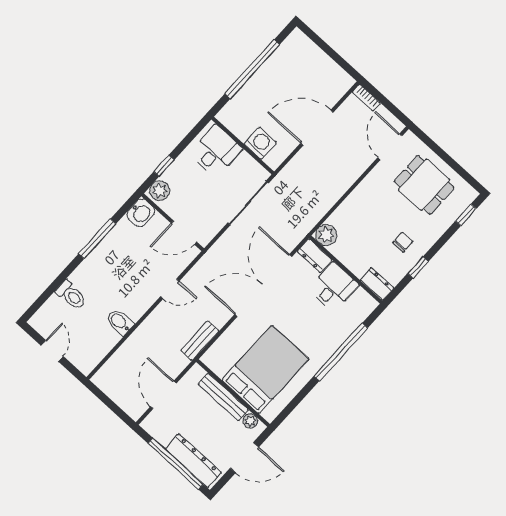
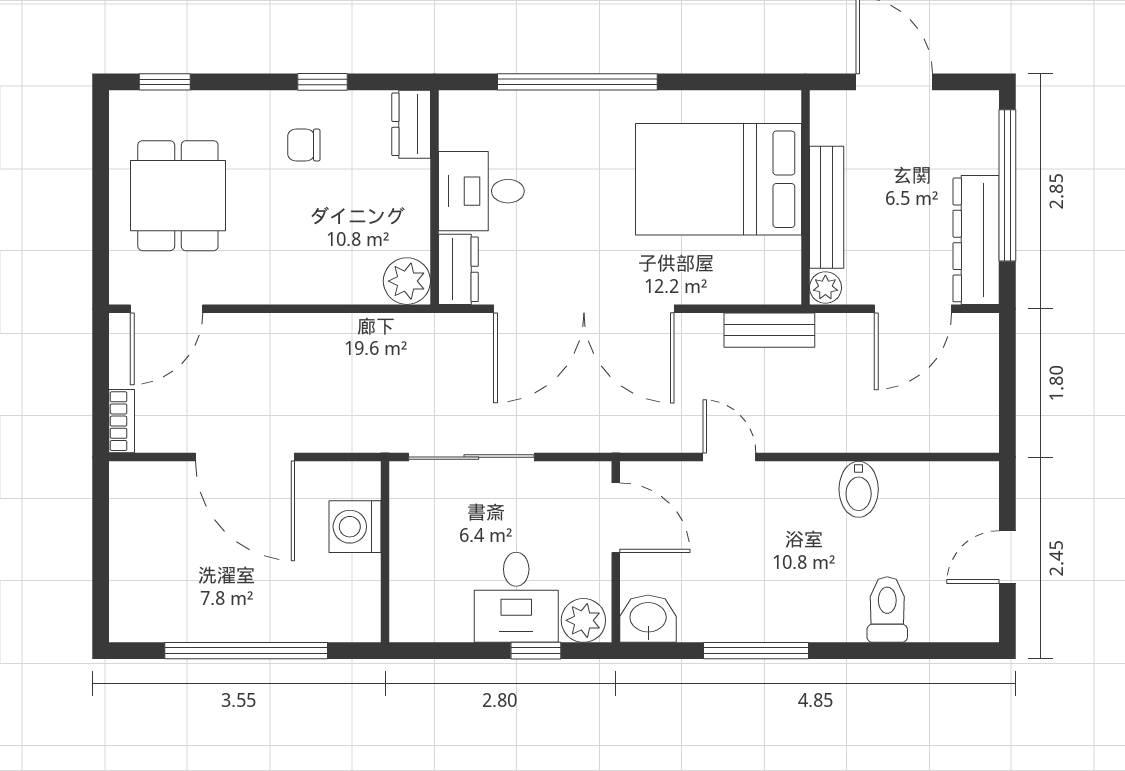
desk: (216, 151) -> (516, 597), moved, turned -90
plant: (250, 421) -> (825, 288), moved
dresser: (193, 461) -> (976, 240), moved

